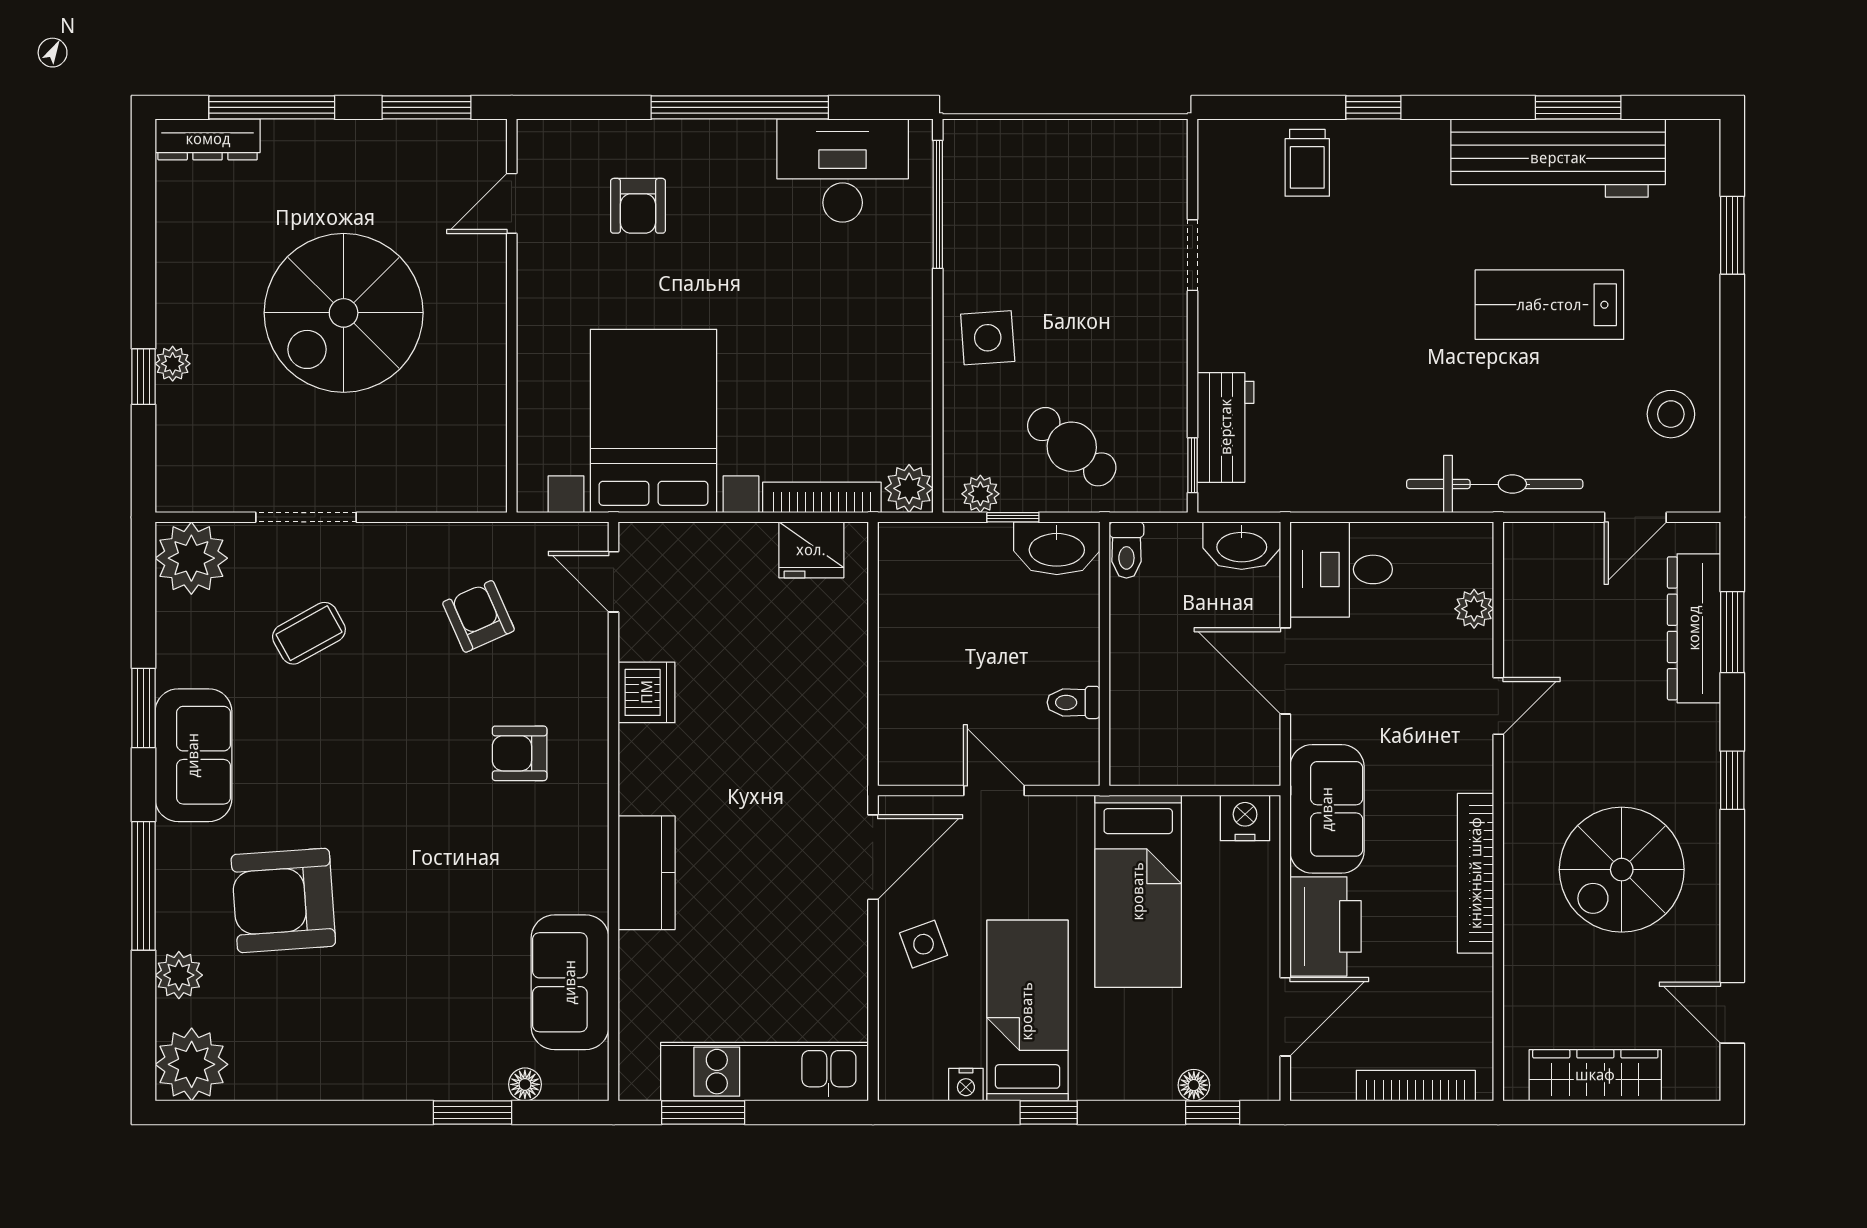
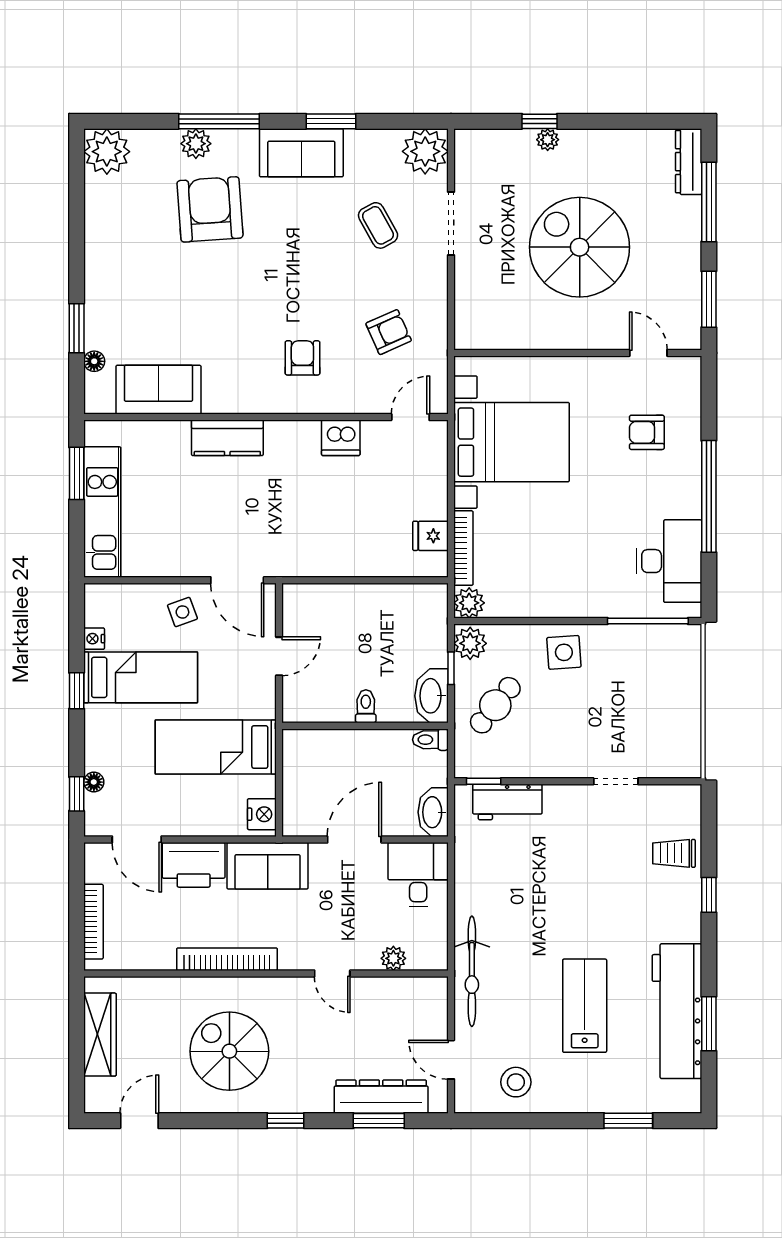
plant: (980, 494) -> (470, 643), width x1.38, depth x1.38
fridge: (811, 550) -> (430, 536), width x0.72
toilet: (1074, 702) -> (366, 706), moved
plant: (179, 975) -> (196, 144), moved

